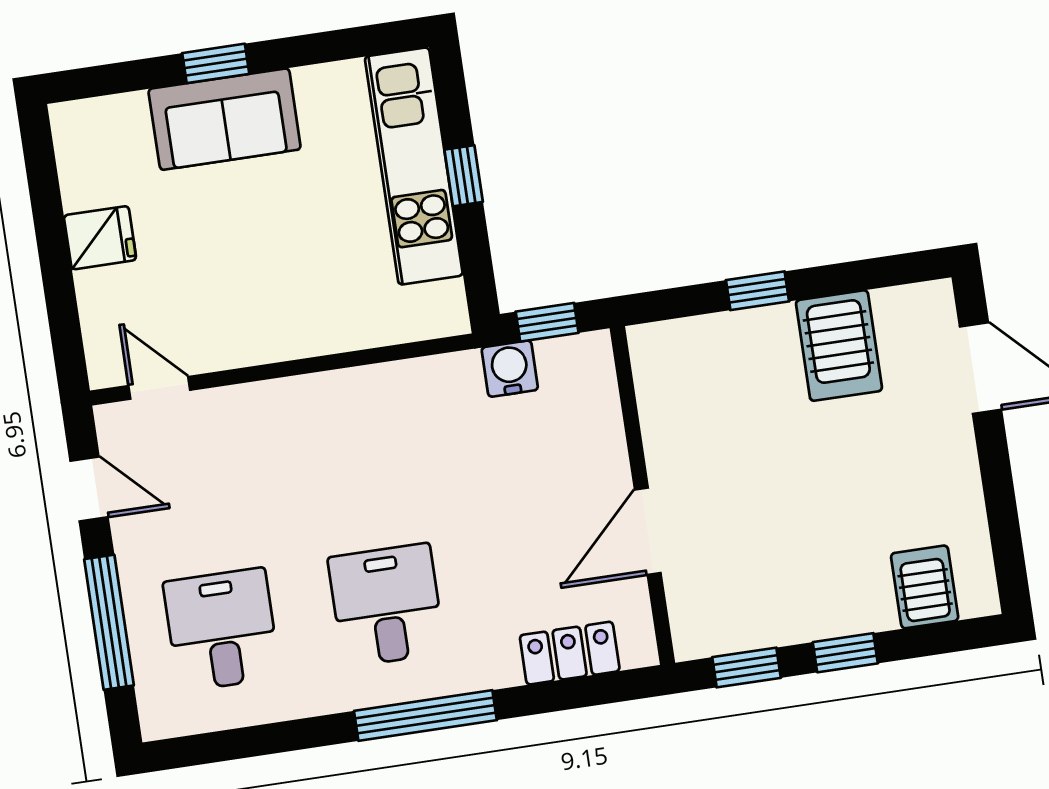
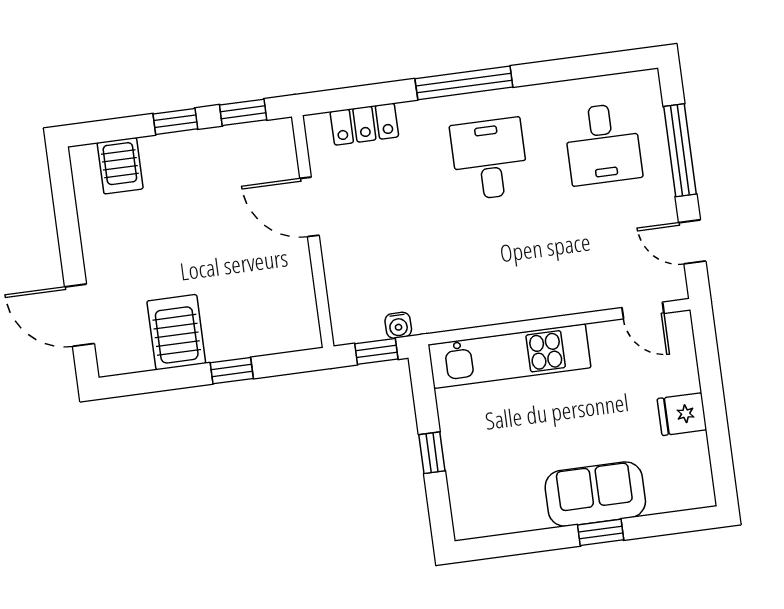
kitchen unit: (414, 166) -> (510, 356), moved, turned 90
water cooler: (510, 369) -> (398, 325), width x0.72, depth x0.72
door: (648, 531) -> (309, 207), swing flipped
desk: (386, 605) -> (489, 159), turned 180

